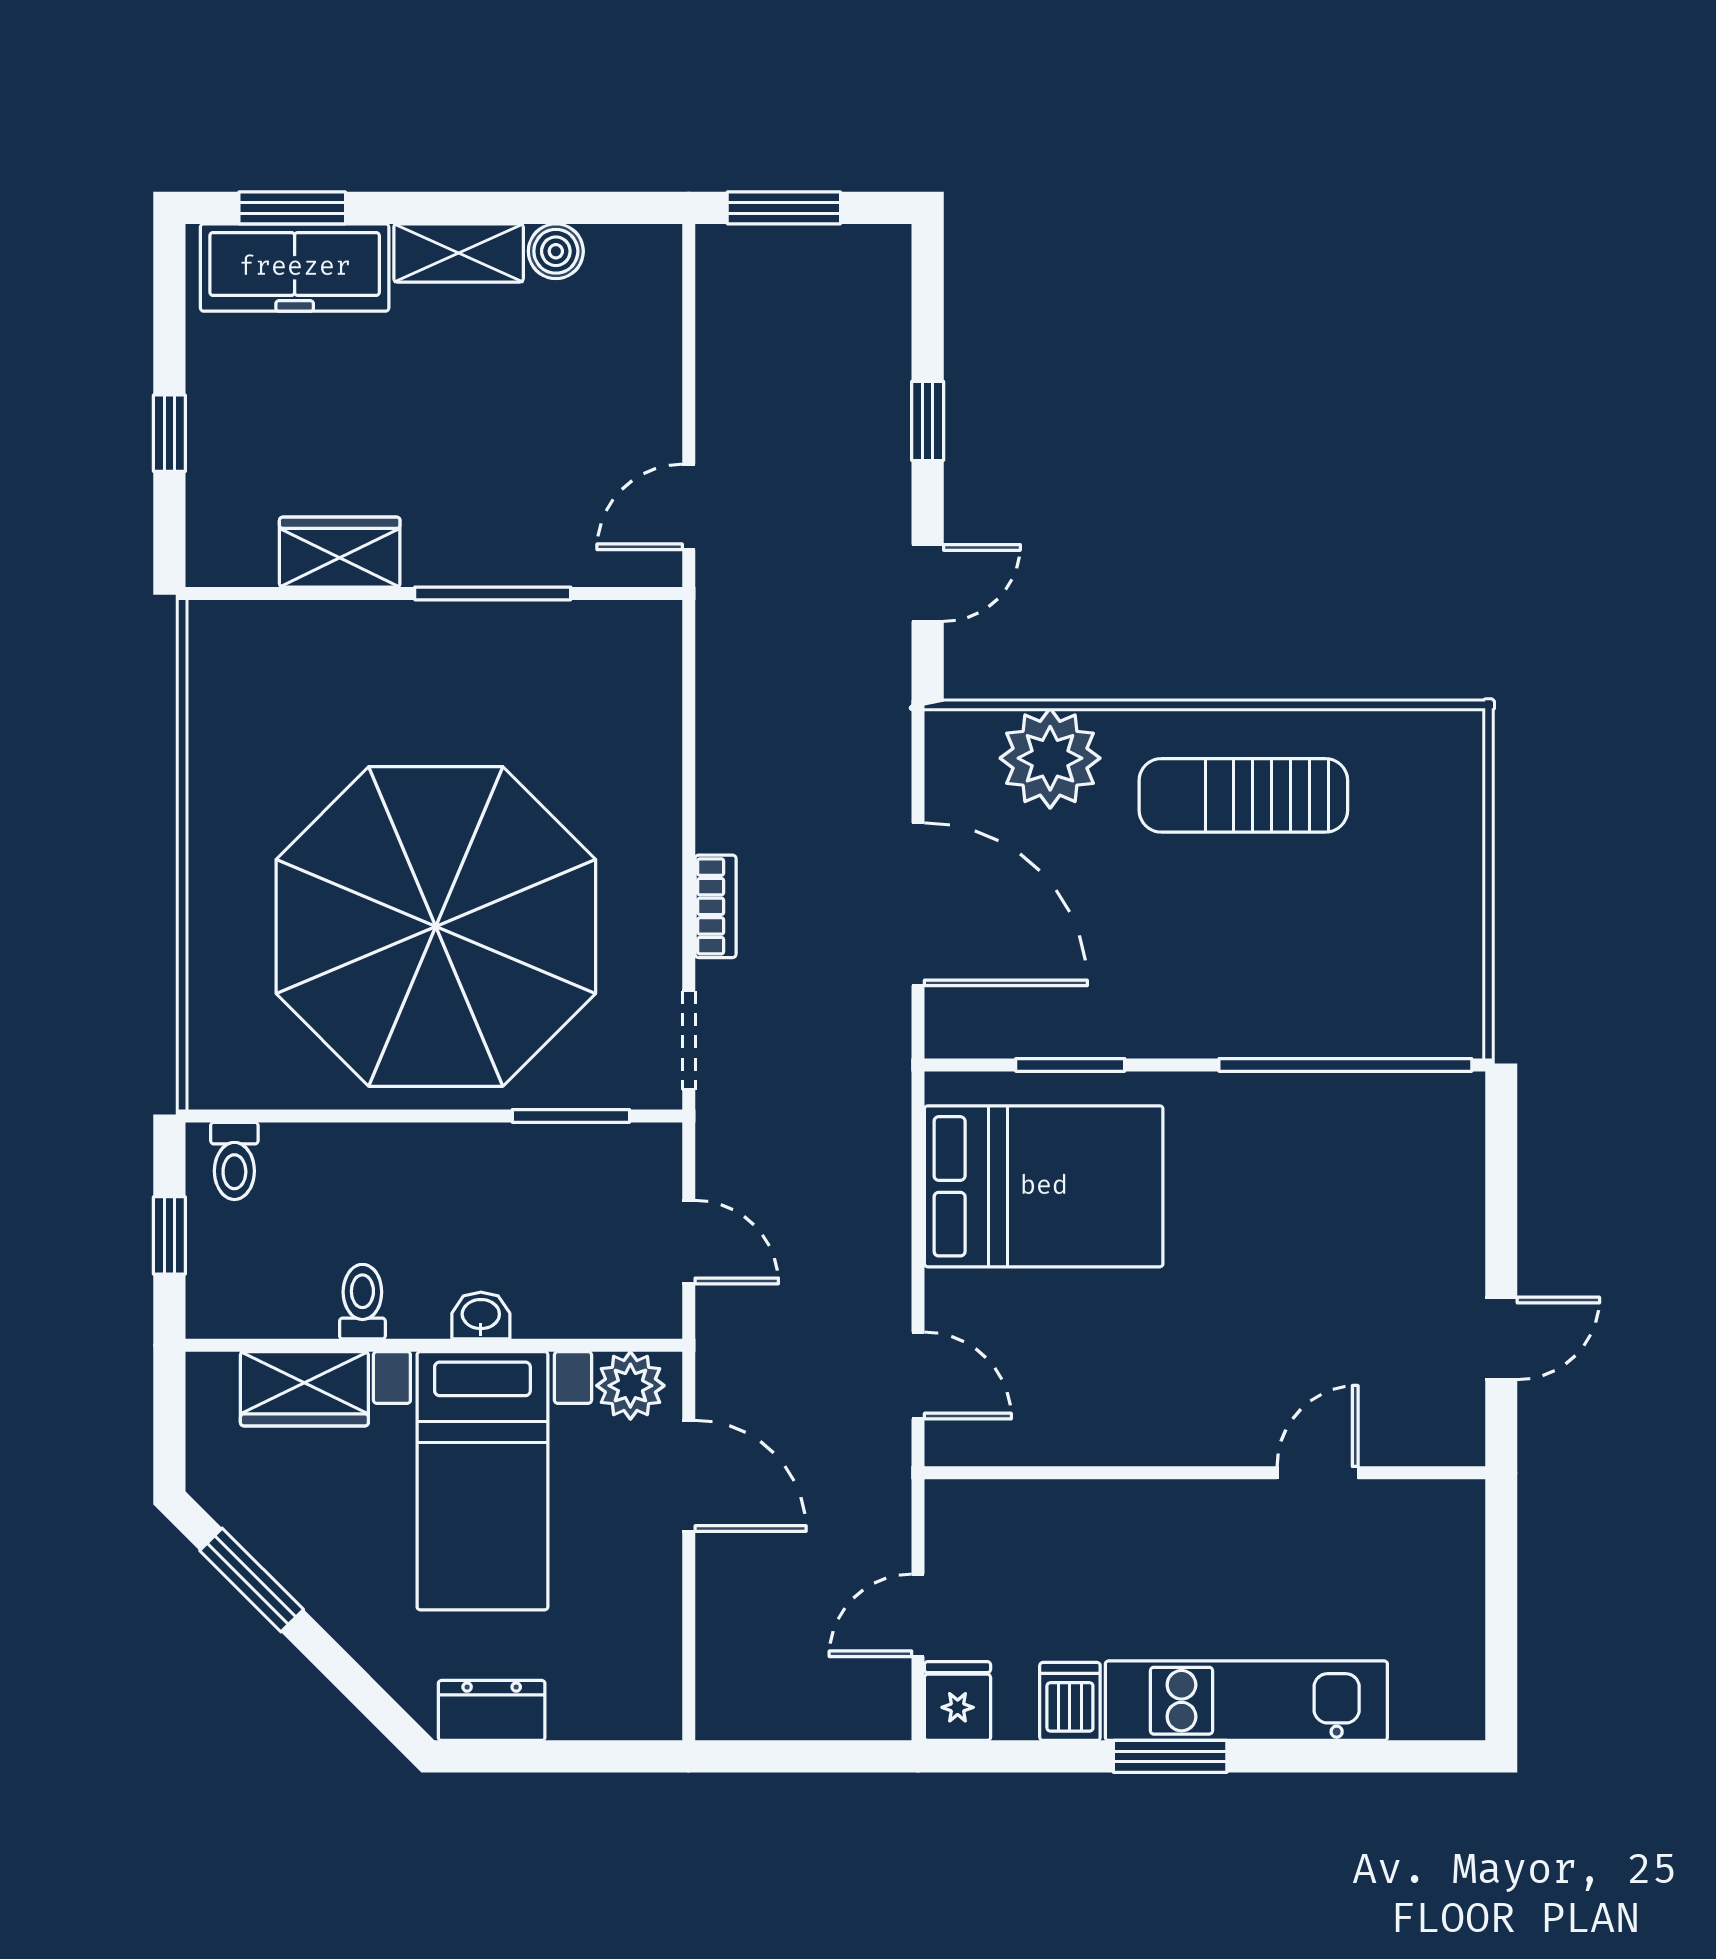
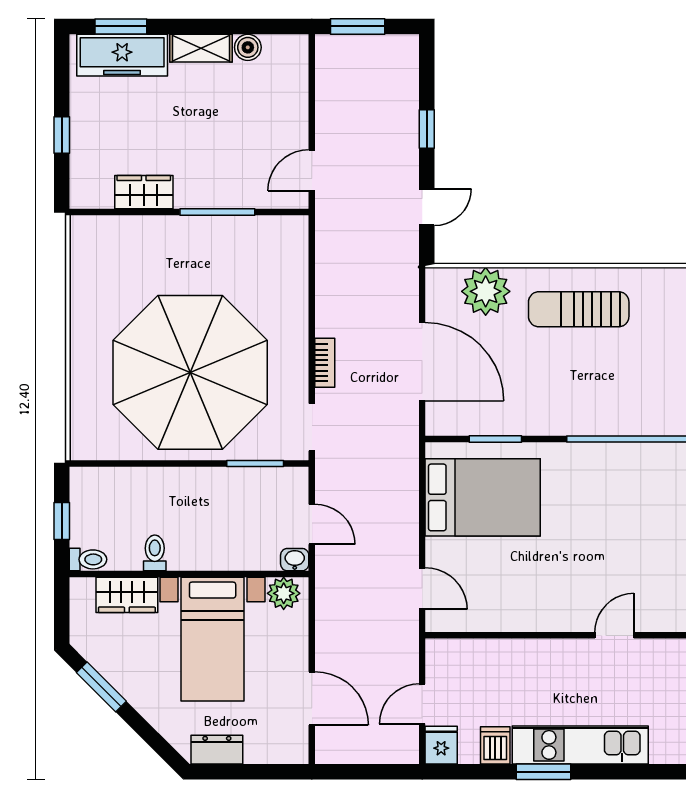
toilet: (234, 1161) -> (88, 559), moved, turned -90
washbasin: (481, 1315) -> (295, 560), moved
door: (689, 1476) -> (312, 698), moved

